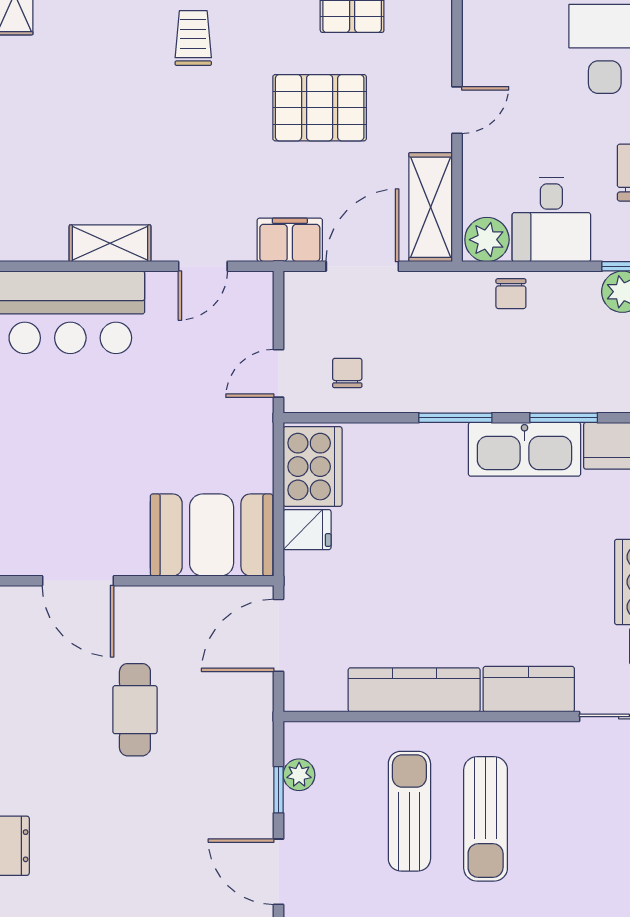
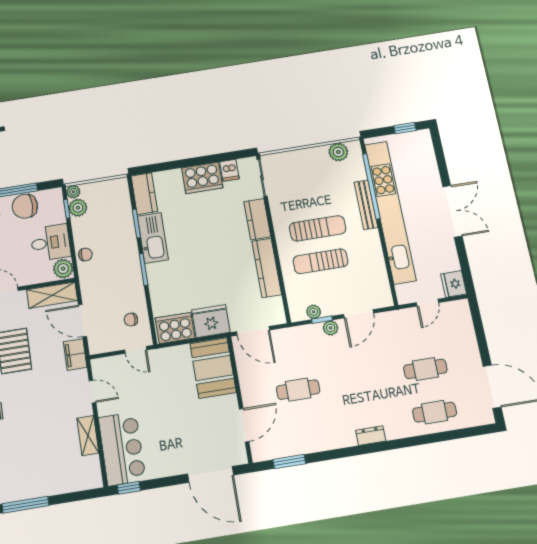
fridge: (307, 530) -> (211, 321), width x1.88, depth x1.34
plant: (257, 805) -> (331, 328), added

